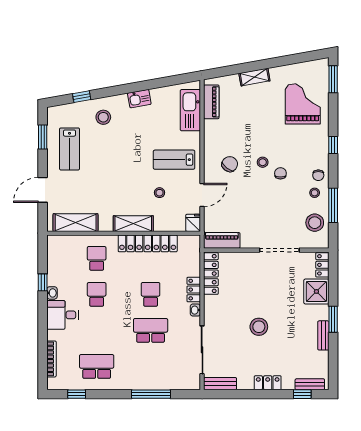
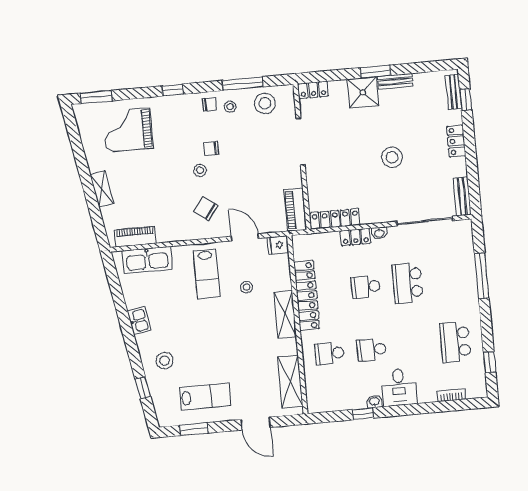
shower: (316, 291) -> (363, 92), moved
bookcase: (51, 359) -> (451, 395), width x0.64

